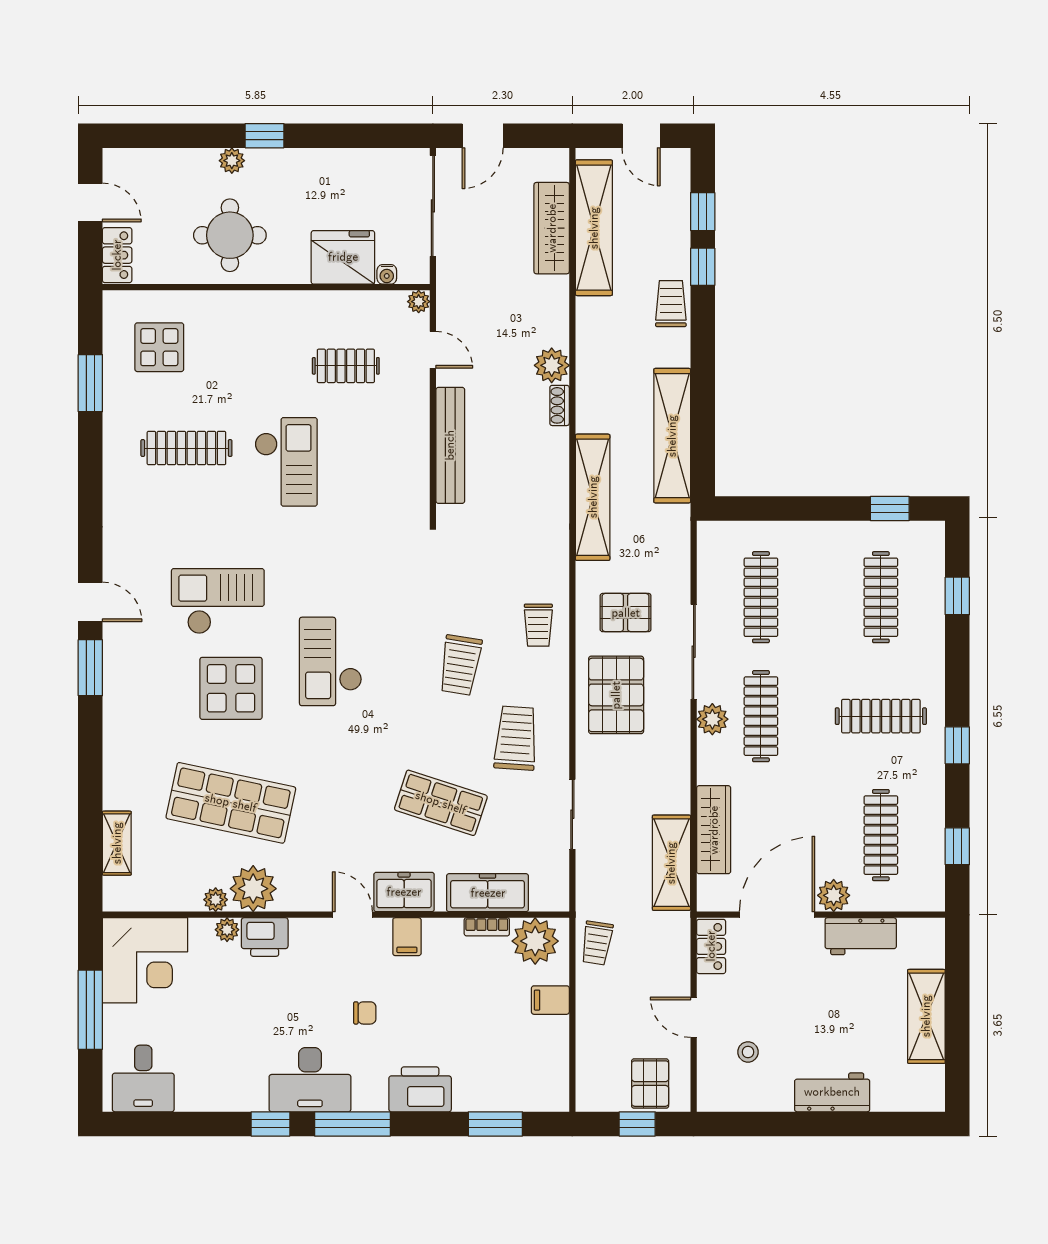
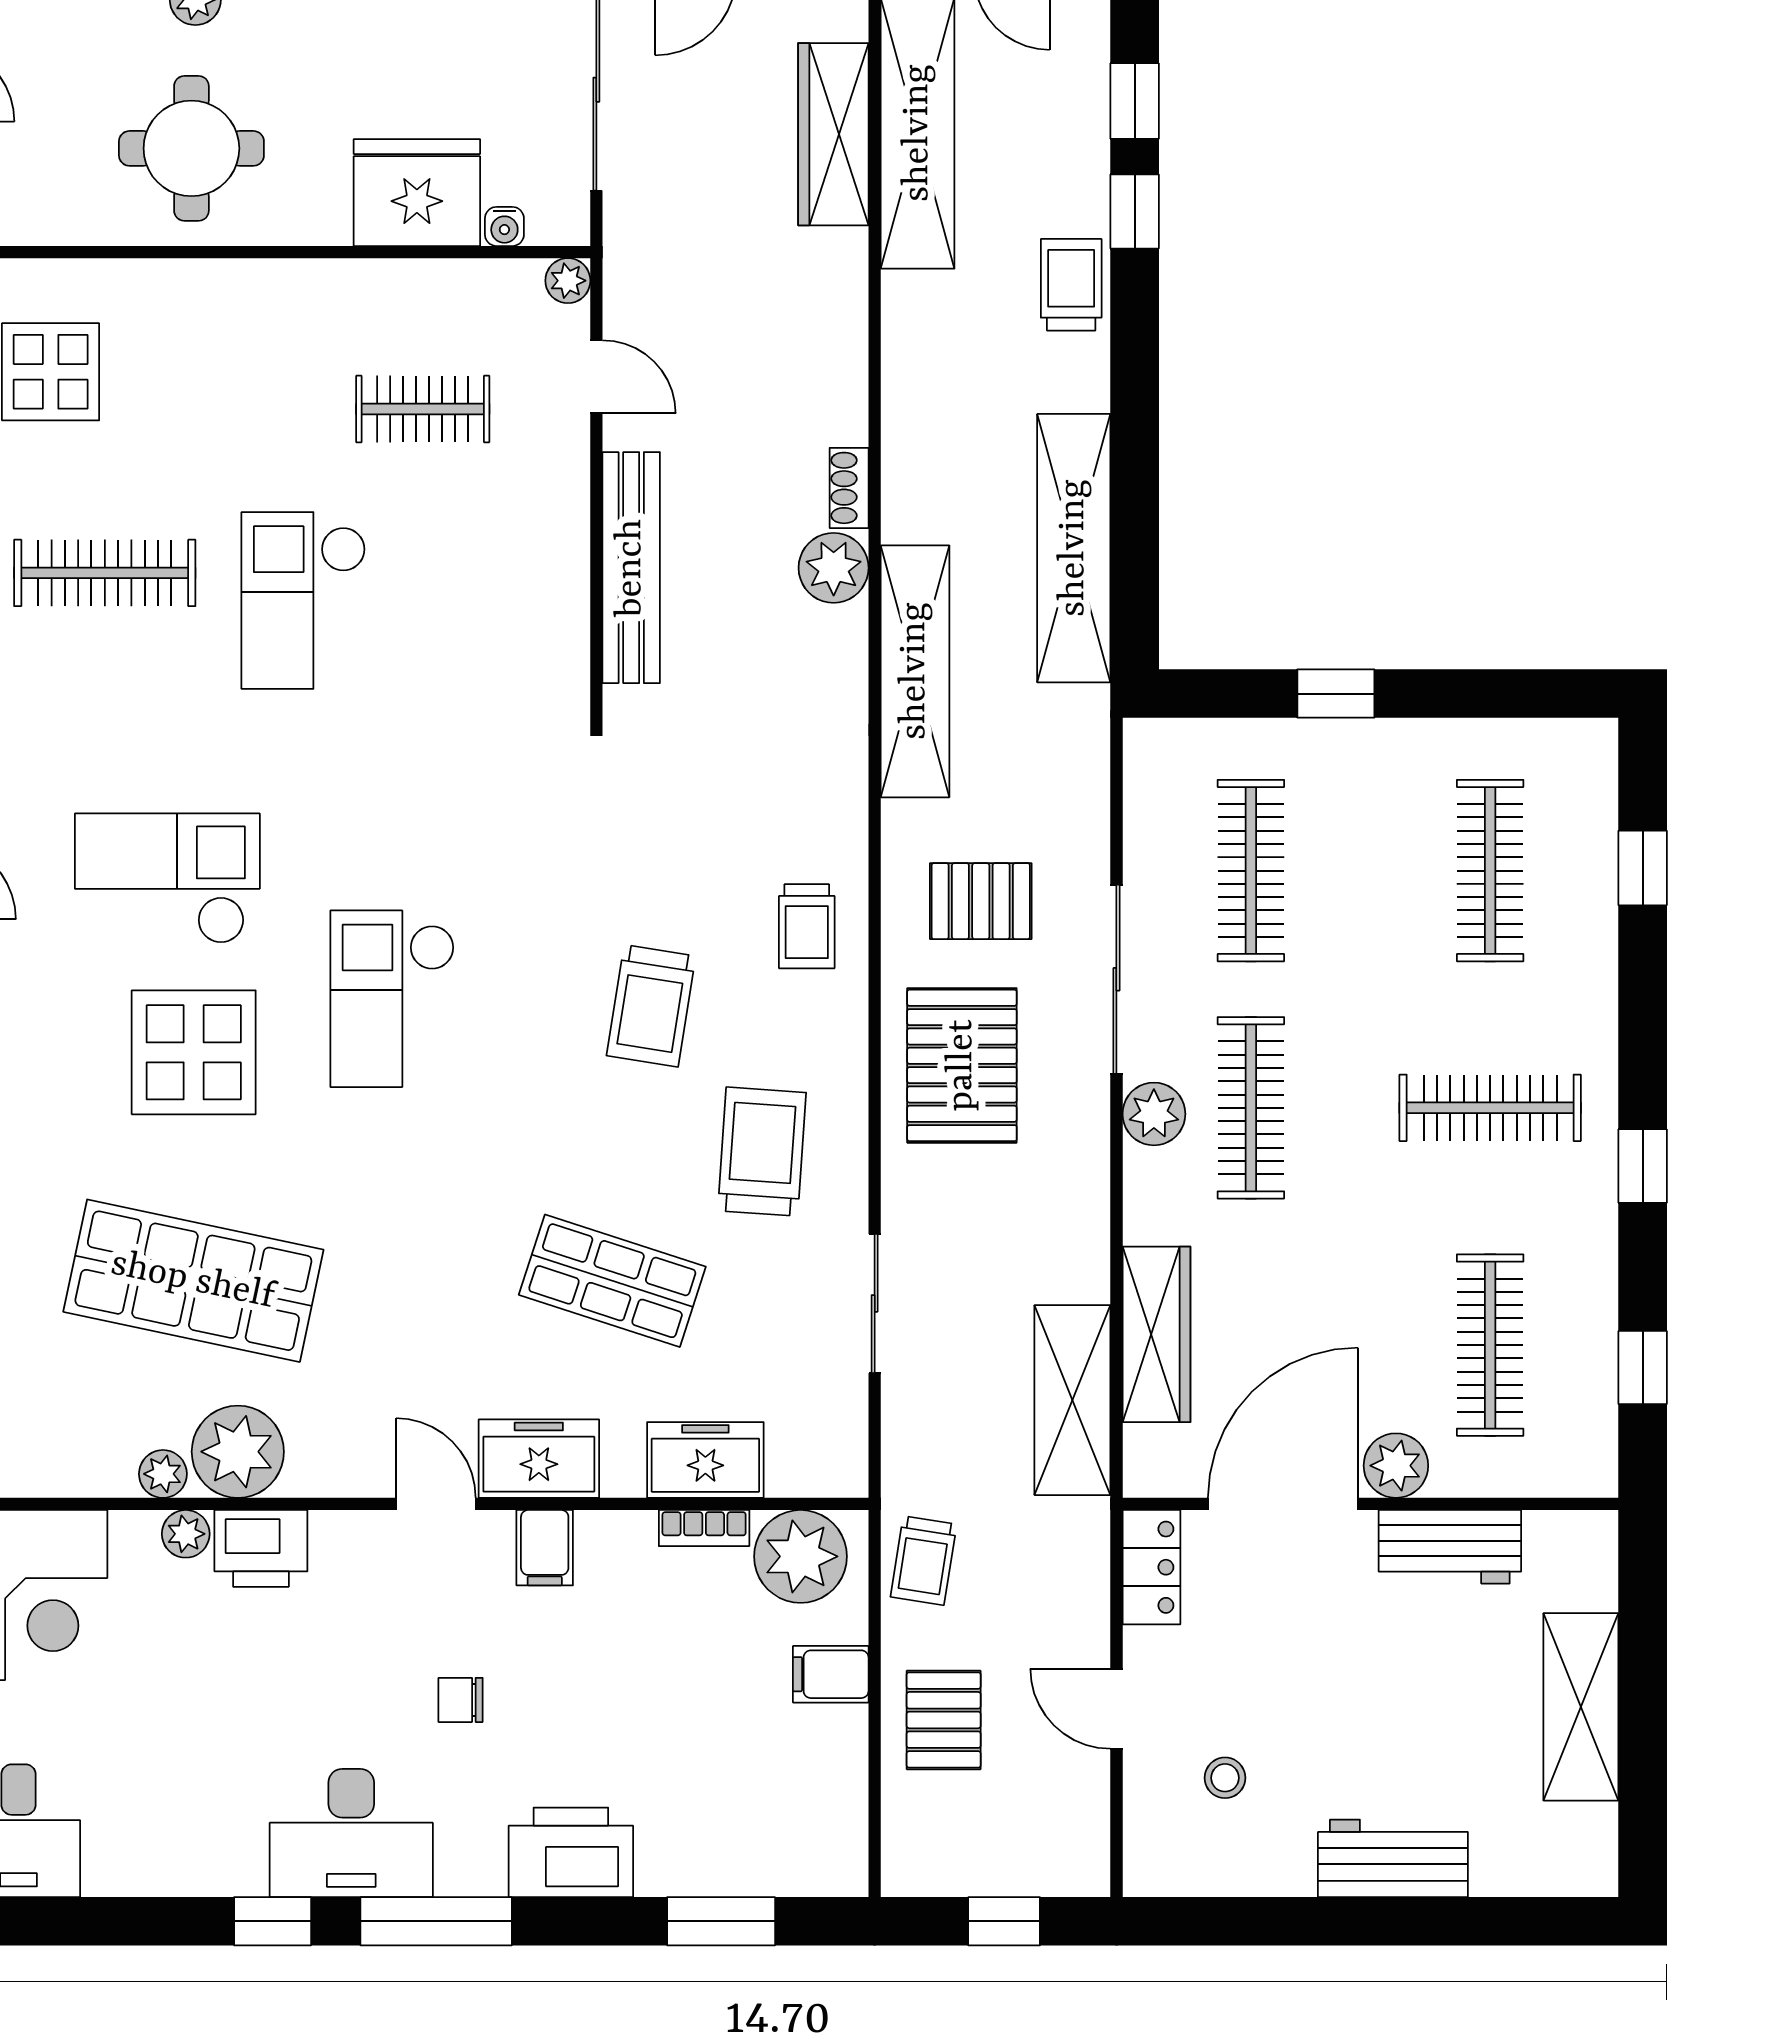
plant: (552, 365) -> (834, 568), moved
checkout: (286, 462) -> (304, 600), turned 180
window: (890, 508) -> (1336, 694), moved
freezer: (488, 893) -> (705, 1460), width x0.71
chair: (365, 1013) -> (461, 1700), turned 180
pallet: (650, 1084) -> (944, 1720), moved

